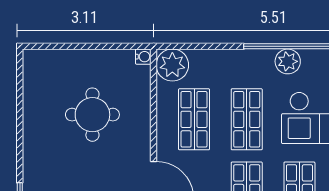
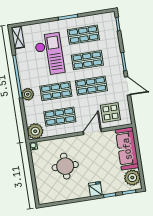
plant: (288, 61) -> (28, 94), moved
fridge: (37, 168) -> (95, 189), added

